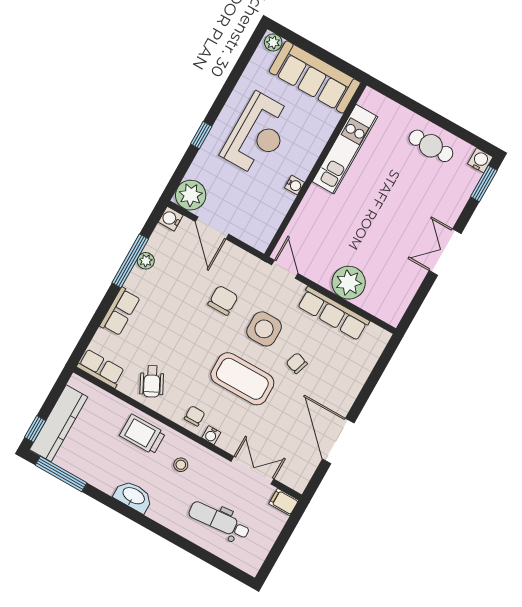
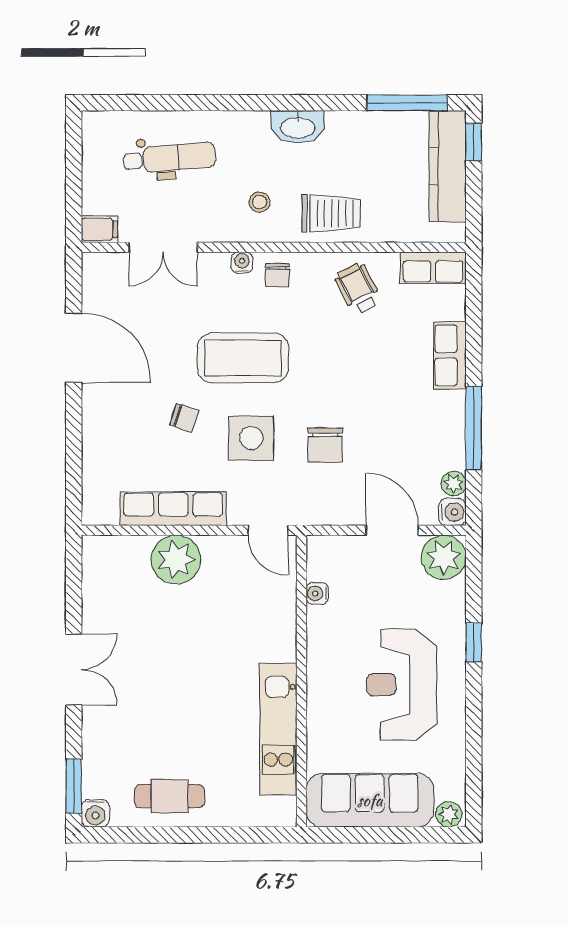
water cooler: (295, 185) -> (317, 593), moved
plant: (146, 261) -> (454, 484), moved

